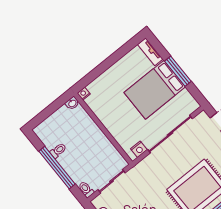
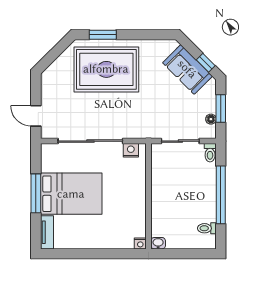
toilet: (58, 151) -> (207, 228), moved

